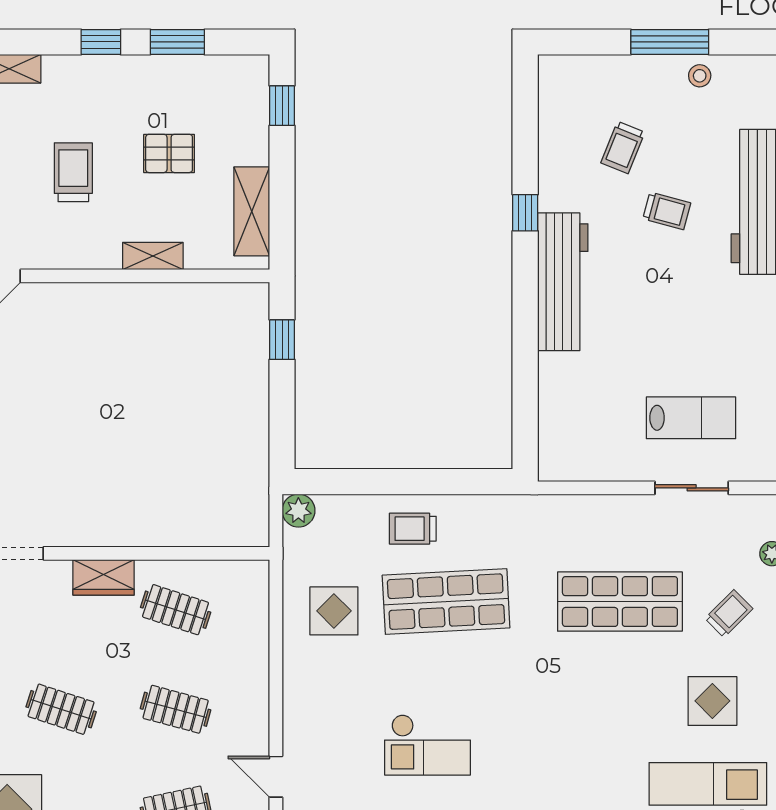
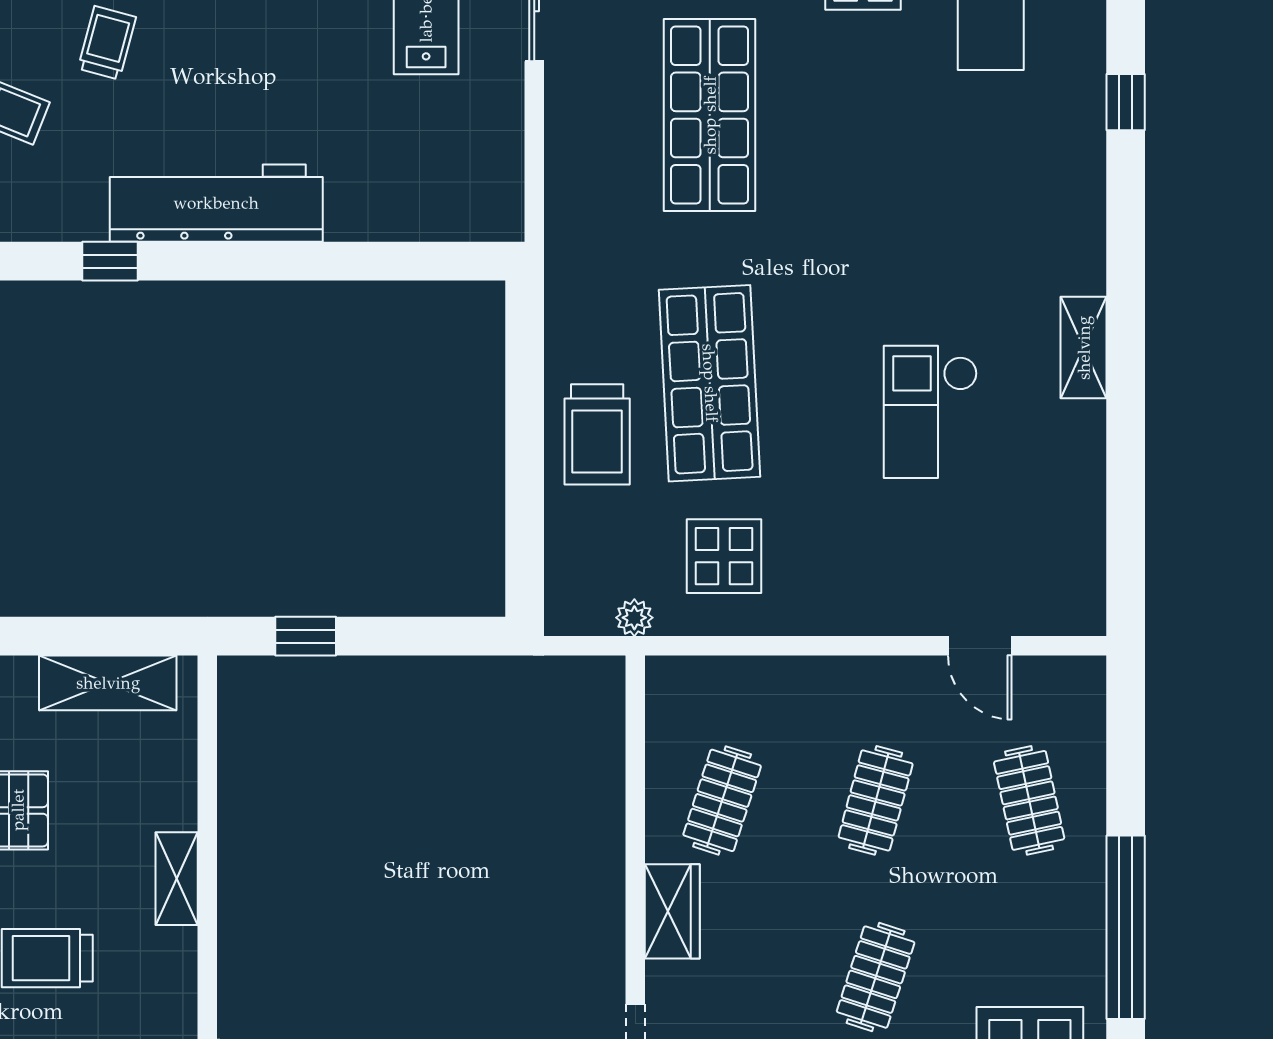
shelving: (153, 256) -> (177, 879), moved
plant: (298, 511) -> (634, 618), moved, width x0.73, depth x0.73
trolley: (413, 529) -> (597, 434), width x1.36, depth x1.39
checkout: (427, 745) -> (931, 412), turned 180
door: (276, 777) -> (980, 646), hinge flipped

